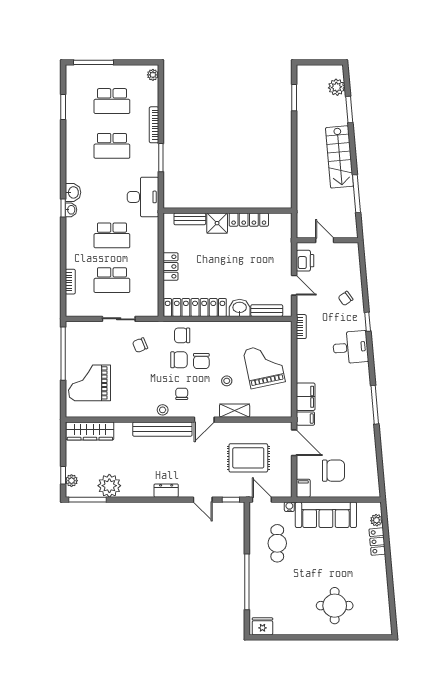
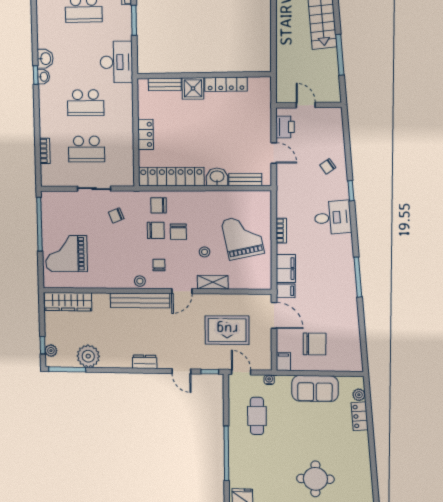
bookcase: (301, 327) -> (281, 231), moved
sofa: (326, 515) -> (315, 389), width x0.73

